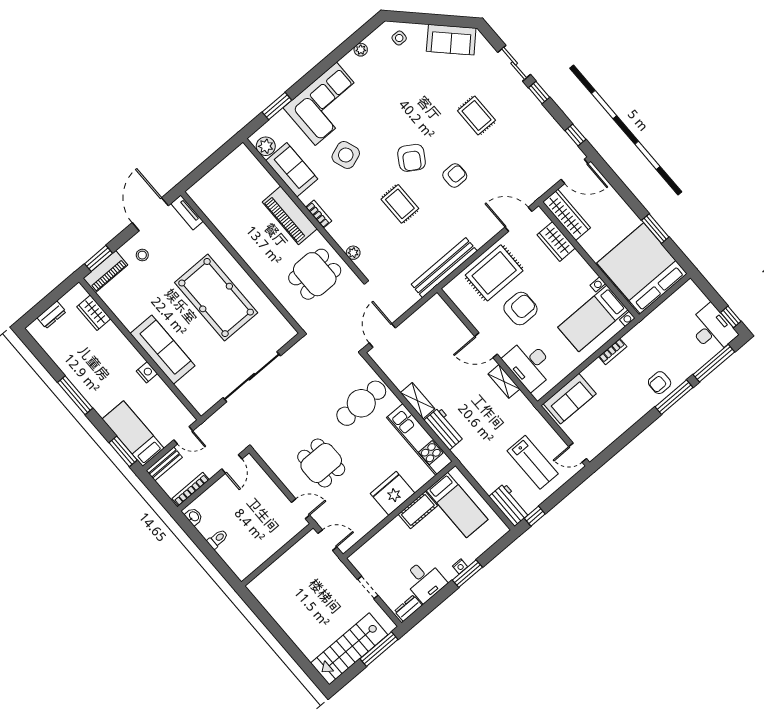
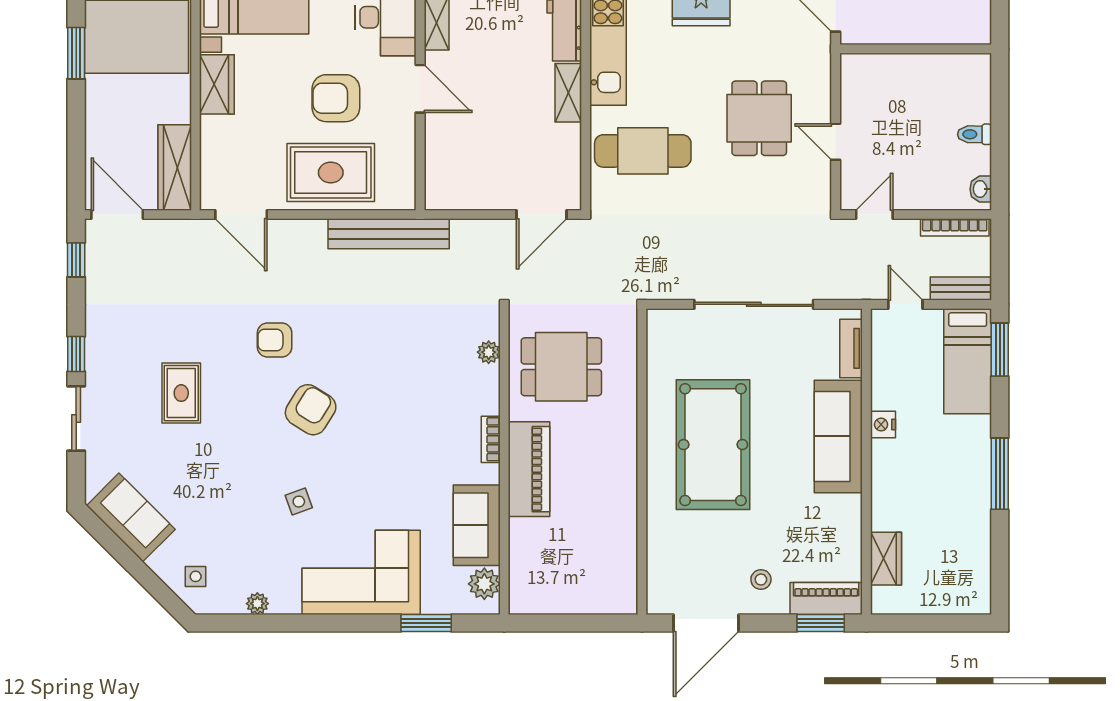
side table: (346, 155) -> (299, 502), moved, width x0.54, depth x0.54
rug: (400, 204) -> (376, 364), removed
tv unit: (187, 212) -> (851, 348), moved, turned 180
wardrobe: (556, 241) -> (217, 84), moved
dresser: (52, 315) -> (942, 602), removed
door: (301, 509) -> (836, 142), moved

